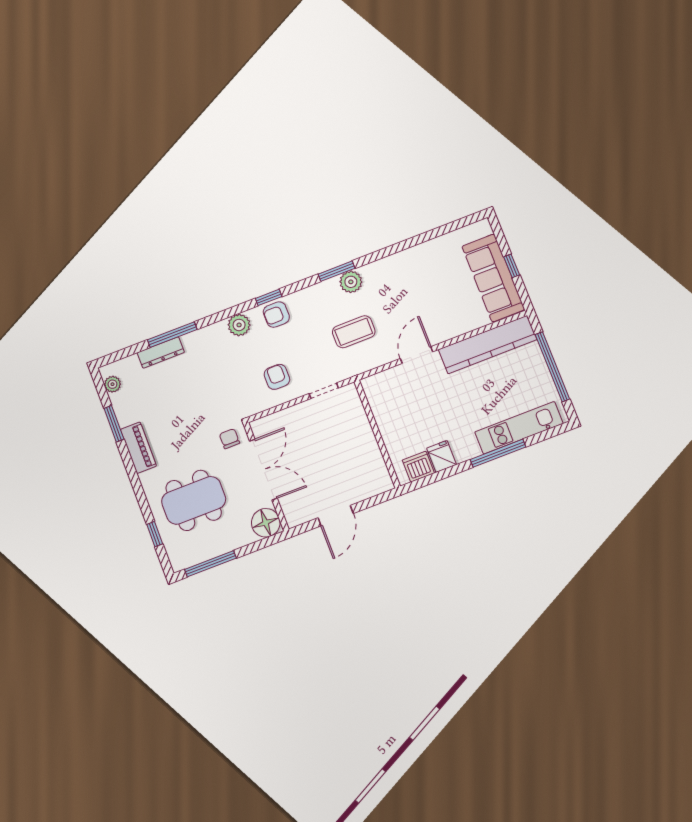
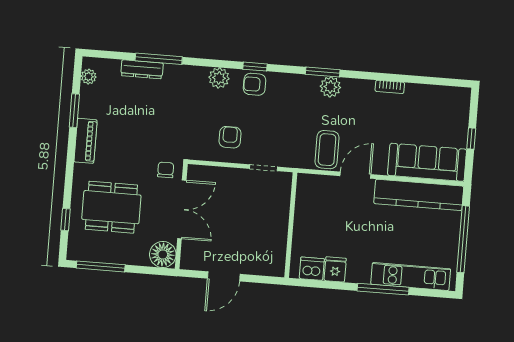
bookcase: (408, 254) -> (390, 87), added
sofa: (493, 278) -> (427, 162), moved, turned 90
coffee table: (354, 332) -> (327, 150), moved, turned 90

